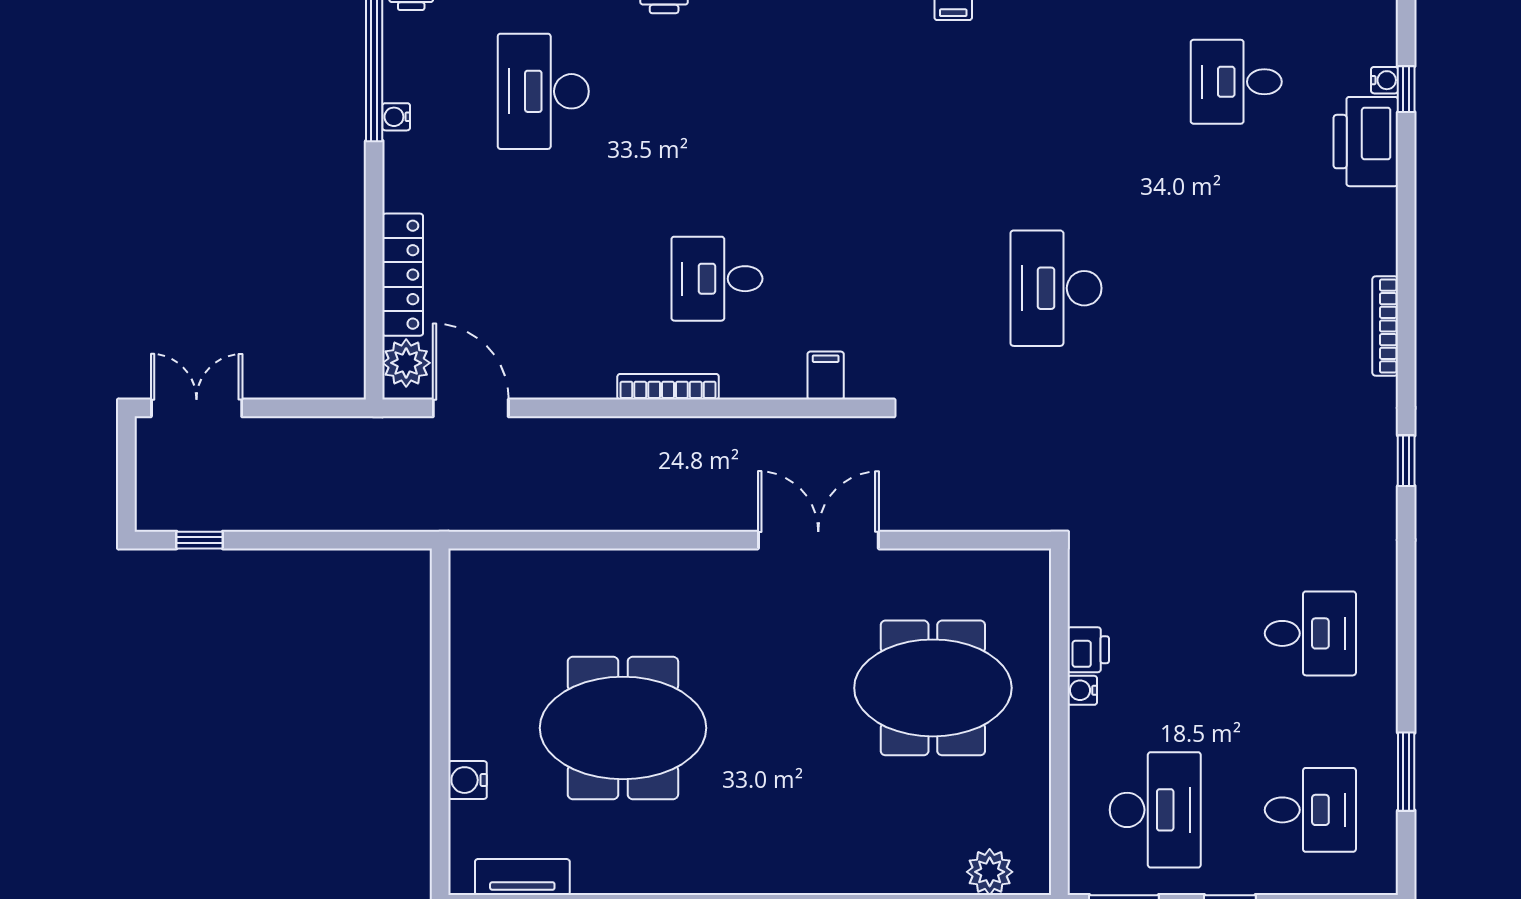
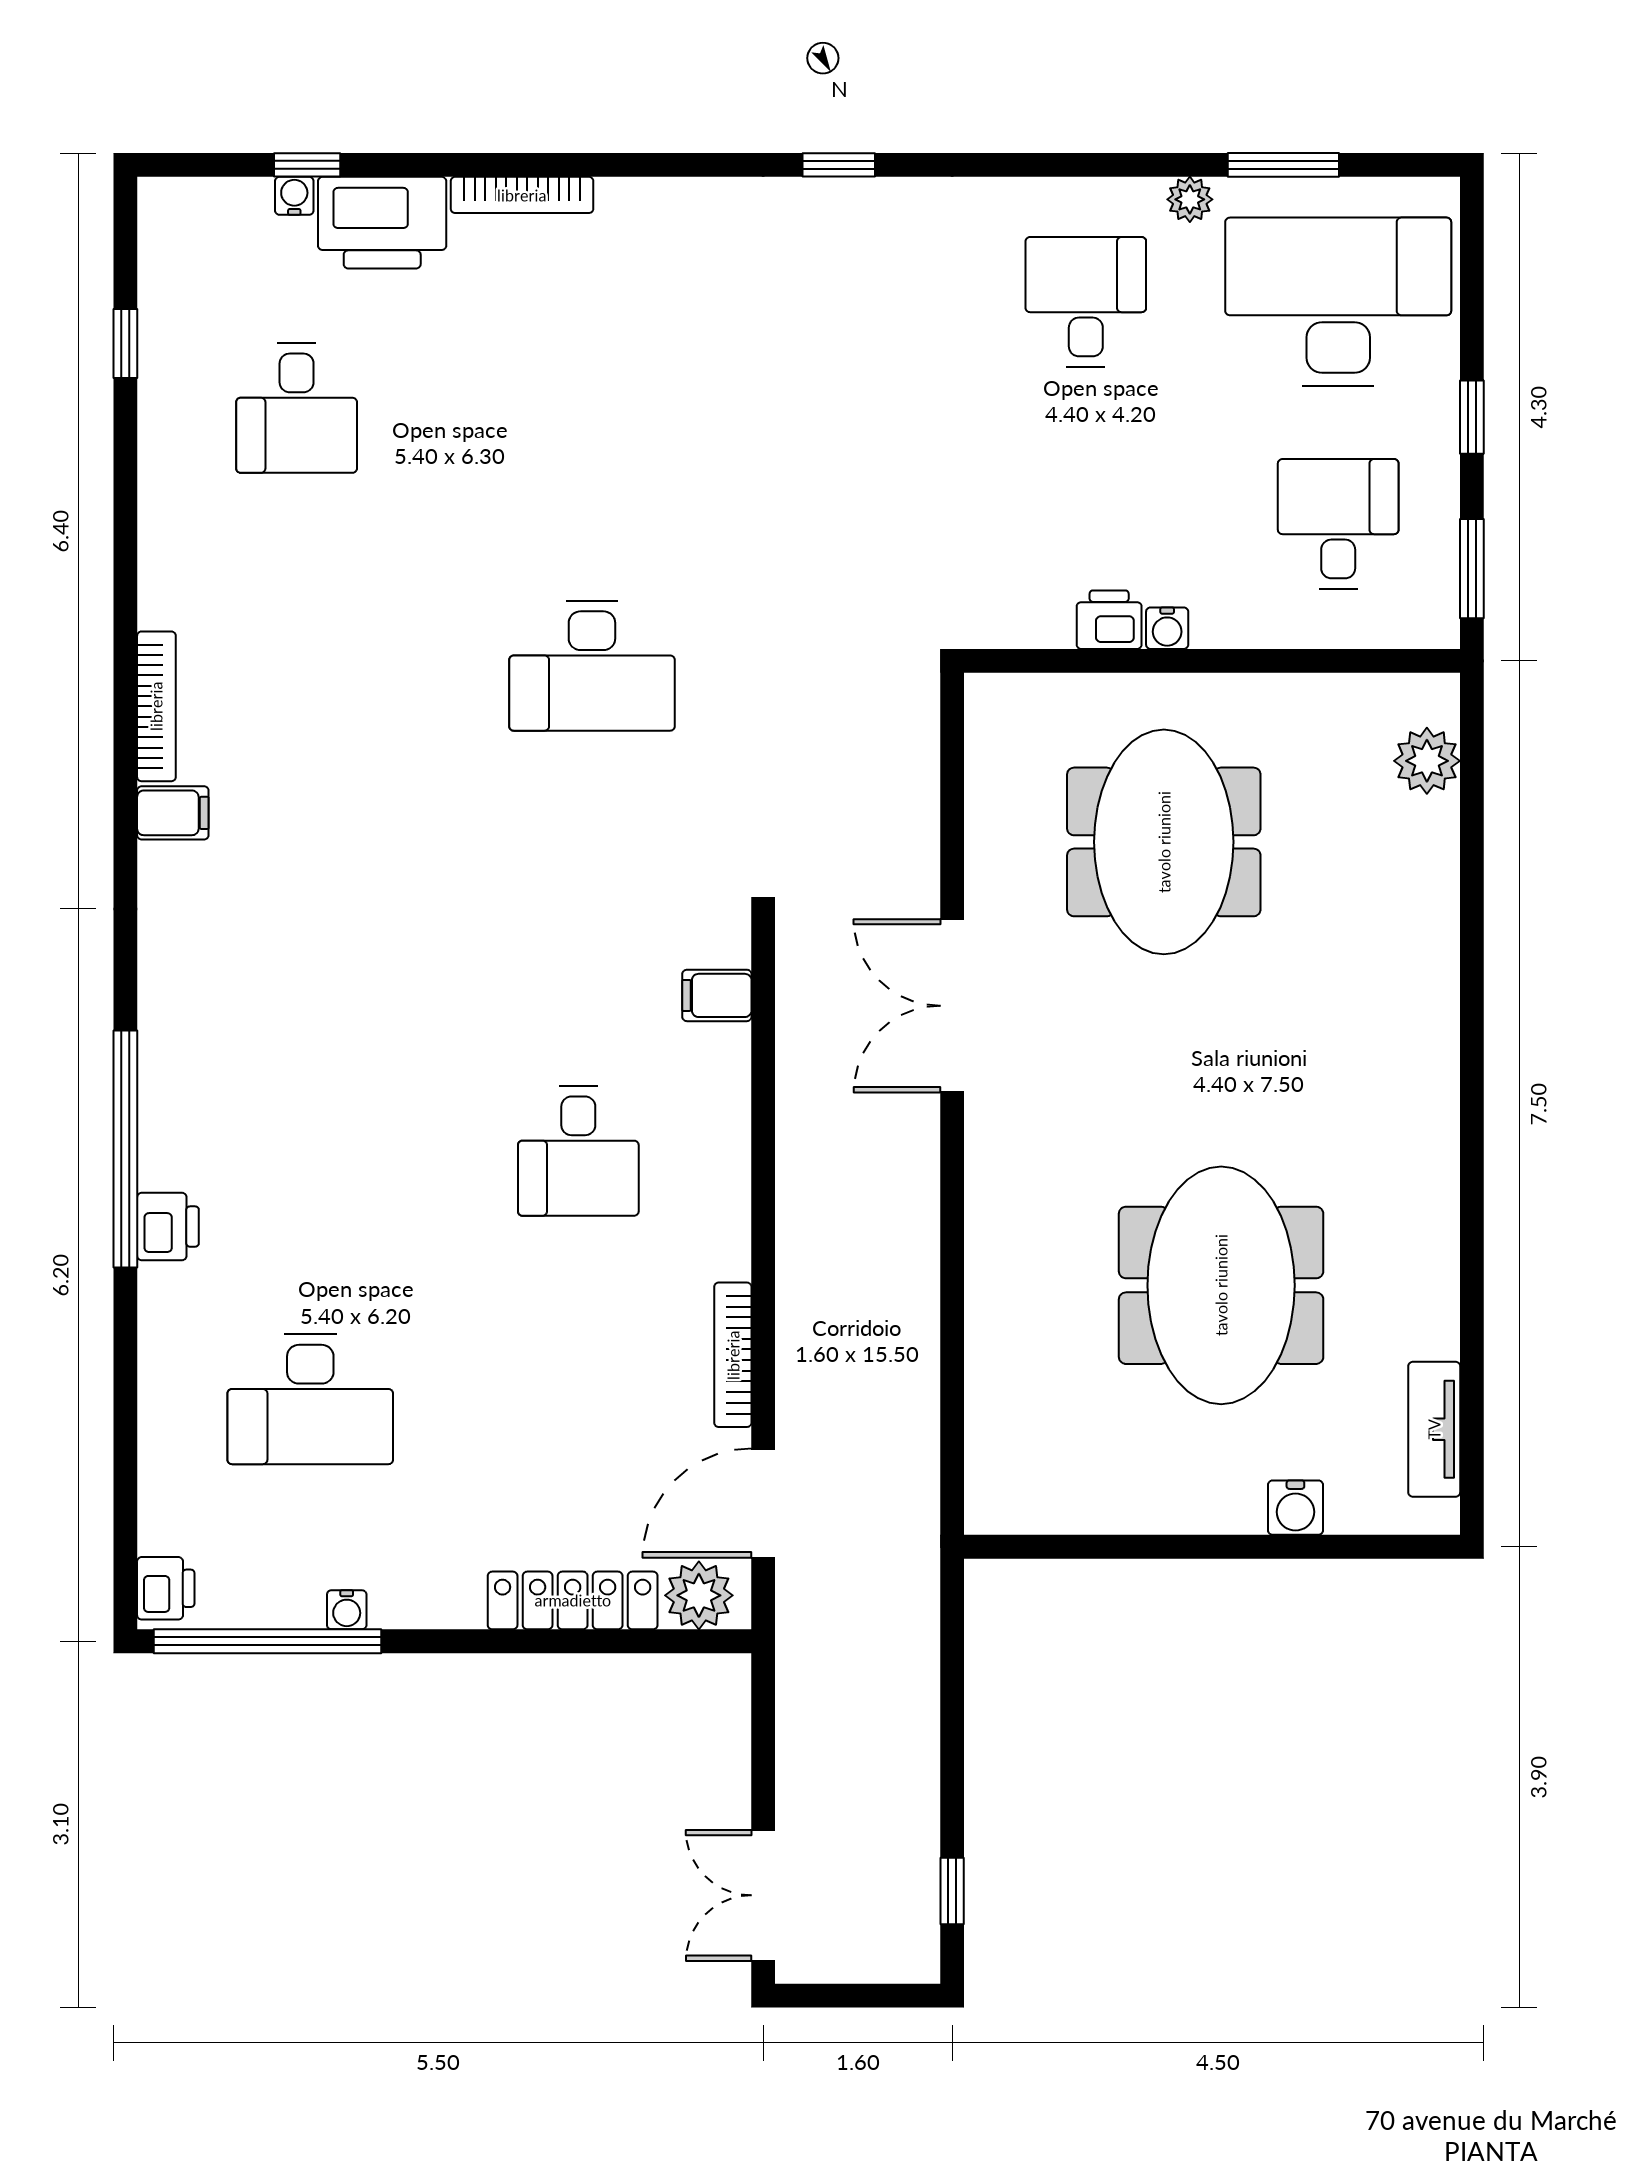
bookcase: (1385, 326) -> (522, 195), moved
bookcase: (668, 387) -> (733, 1355), moved
plant: (1382, 706) -> (1190, 199), added
desk: (1155, 810) -> (1338, 524), width x0.73
desk: (1310, 810) -> (1338, 302), width x1.87, depth x1.30

